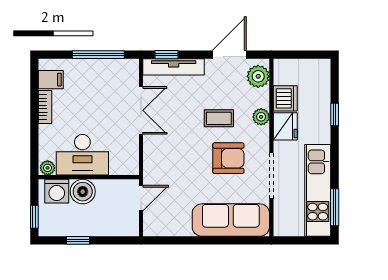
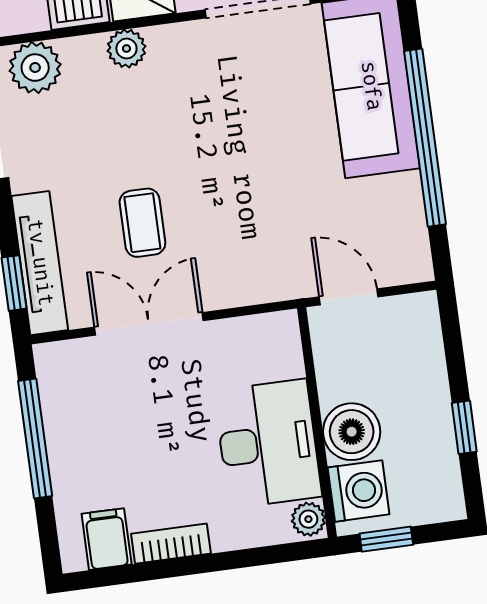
coffee table: (219, 118) -> (142, 223), moved
armchair: (228, 158) -> (231, 110), removed
window: (34, 217) -> (386, 539), moved
window: (205, 240) -> (425, 138), added

